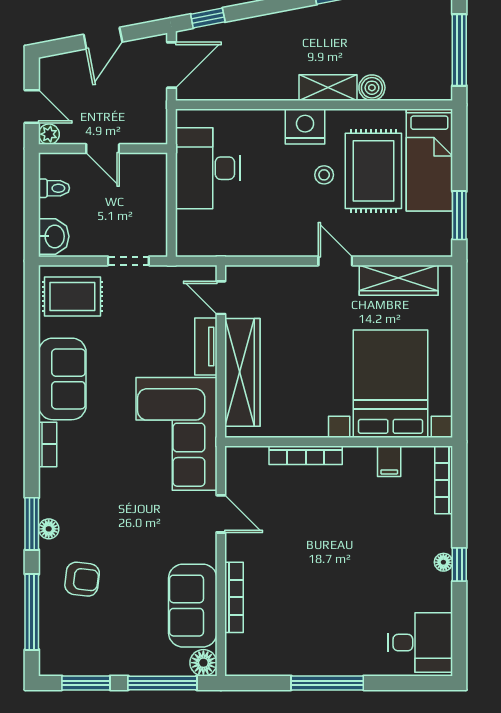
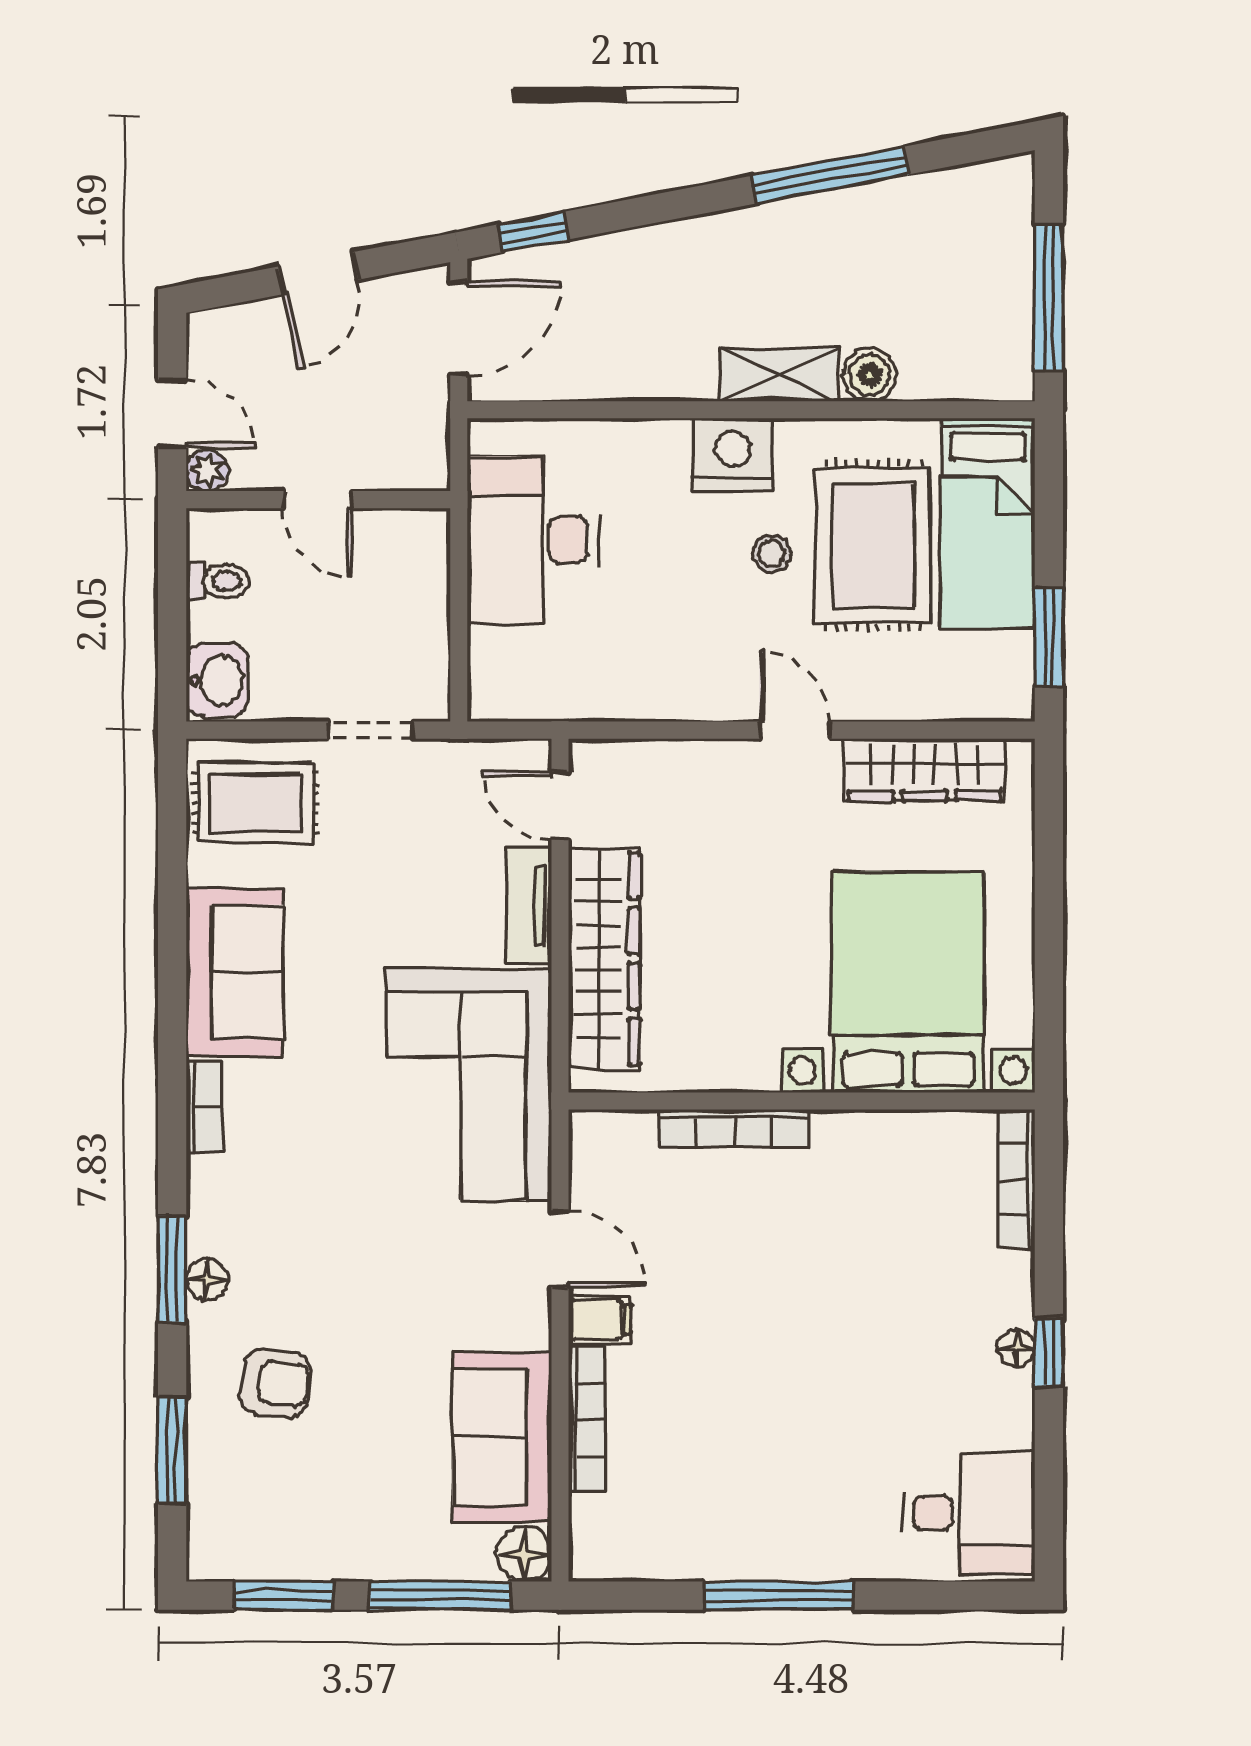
filing cabinet: (389, 461) -> (600, 1320), moved, turned -90
window: (32, 612) -> (172, 1450), width x0.69

